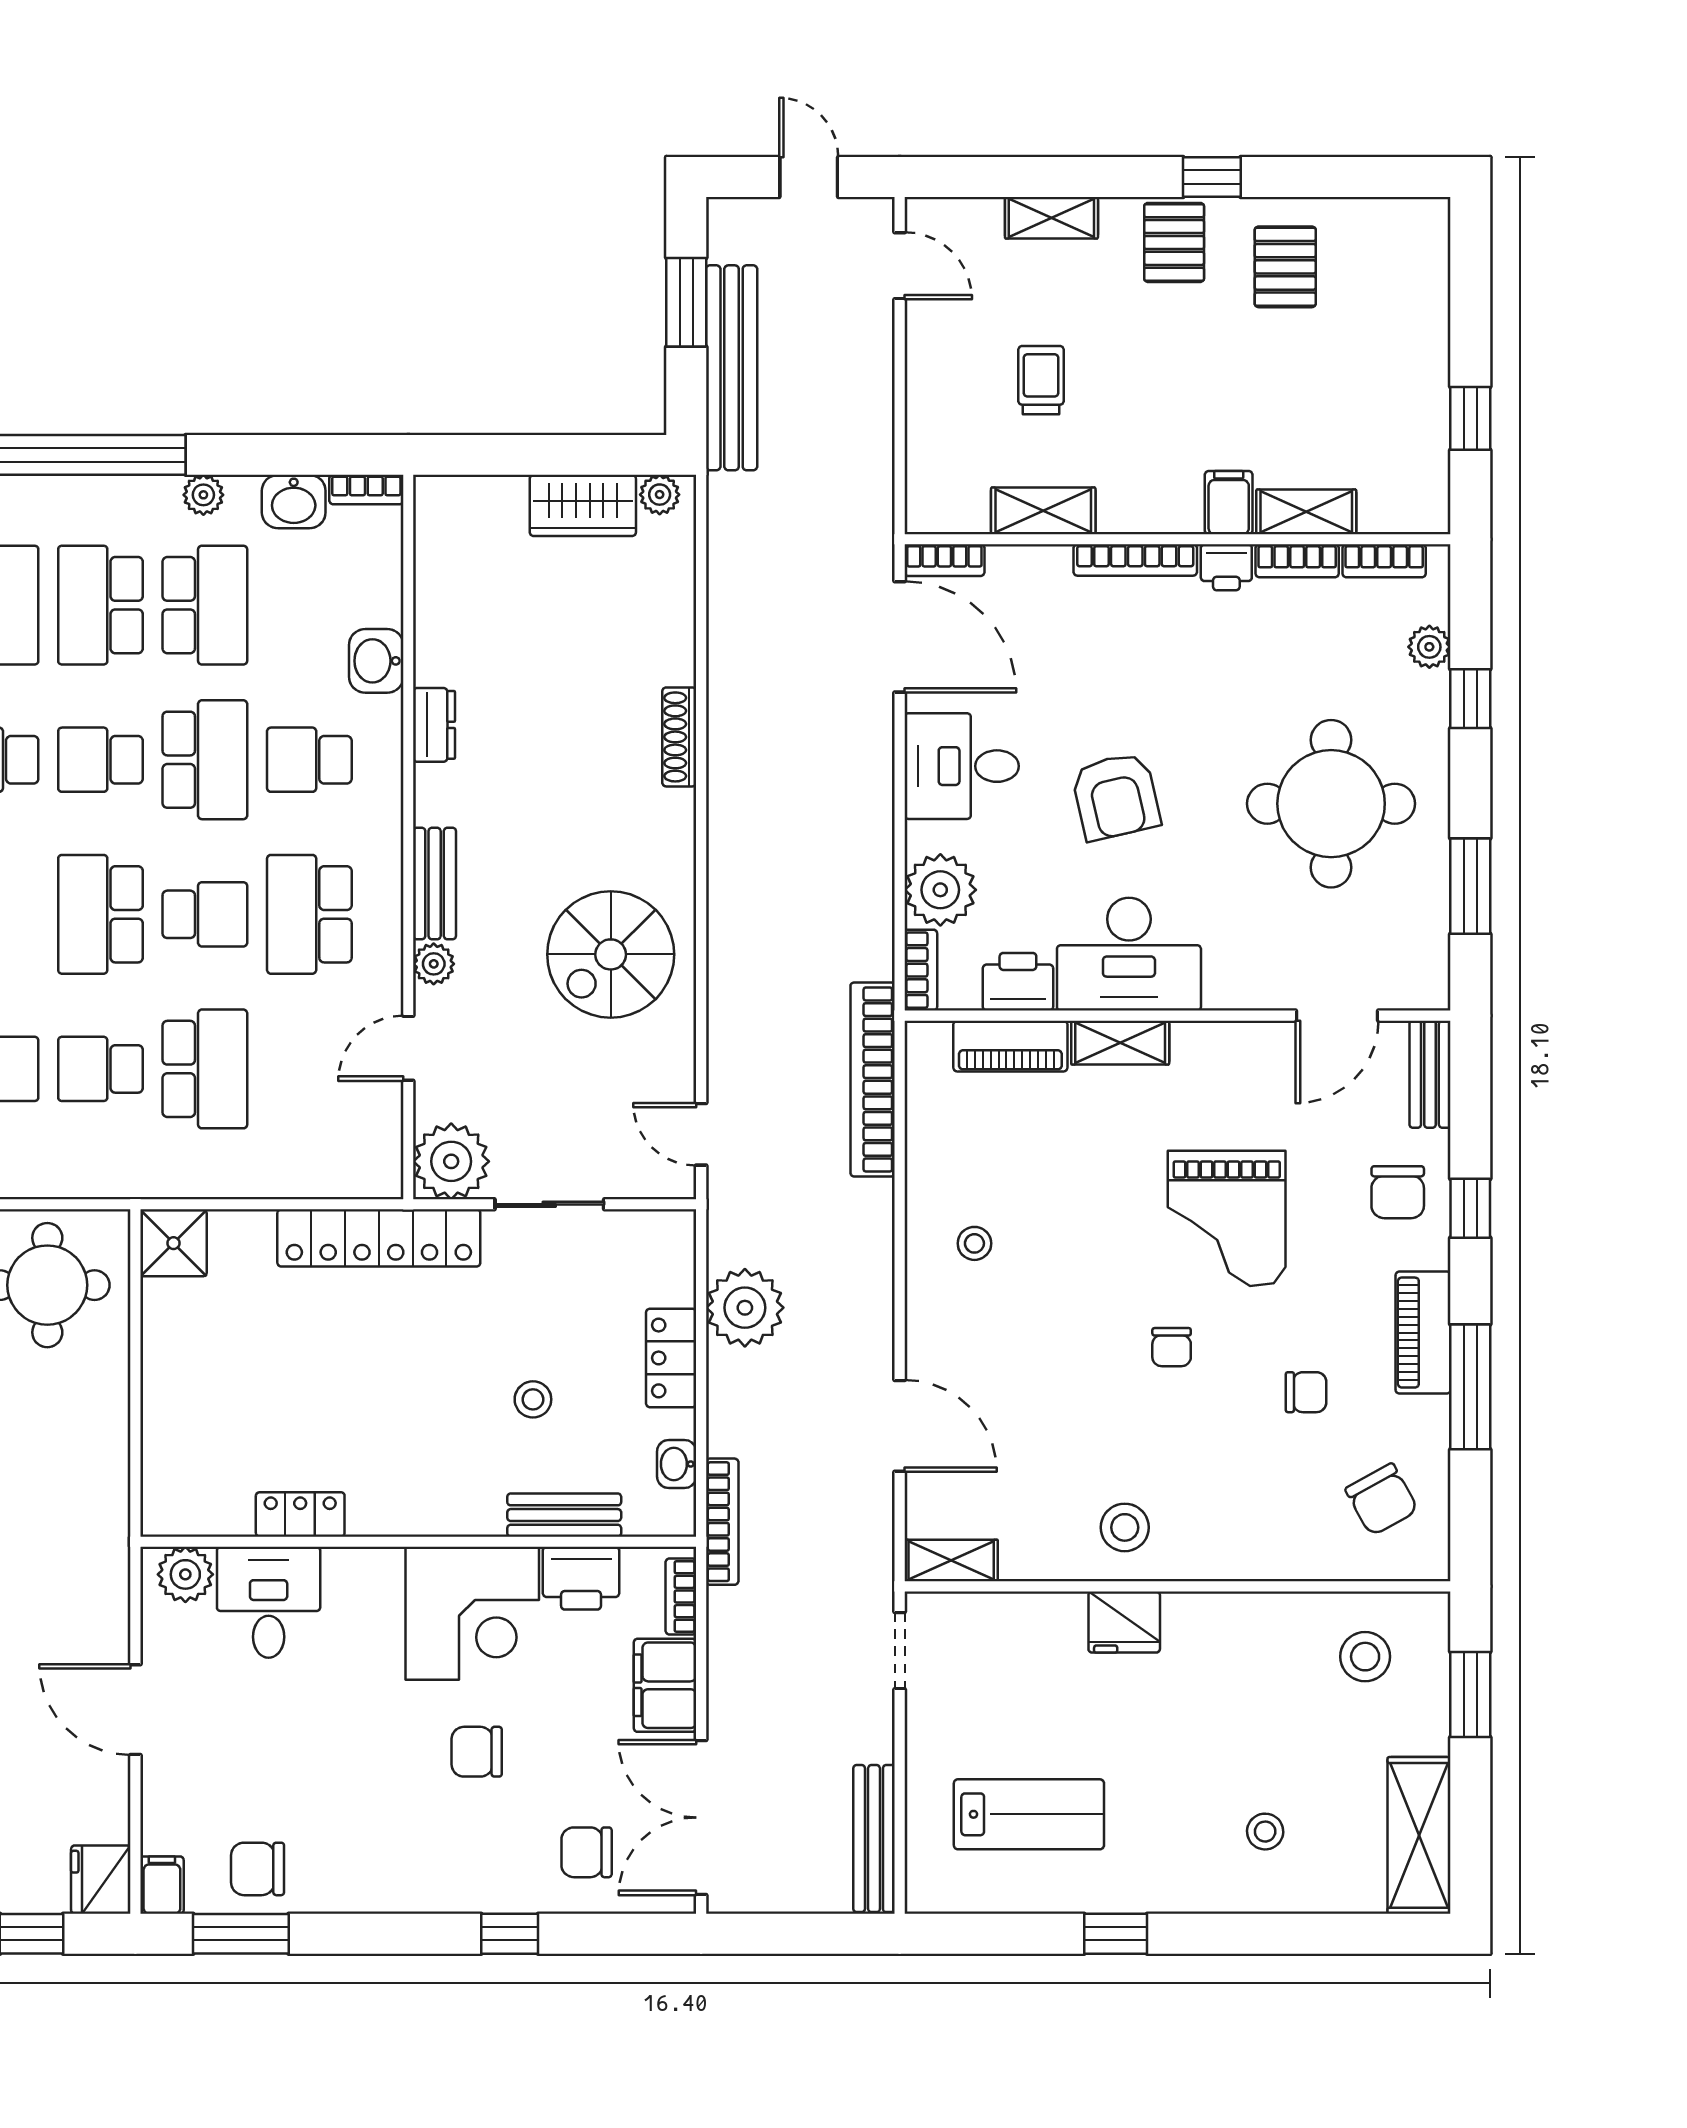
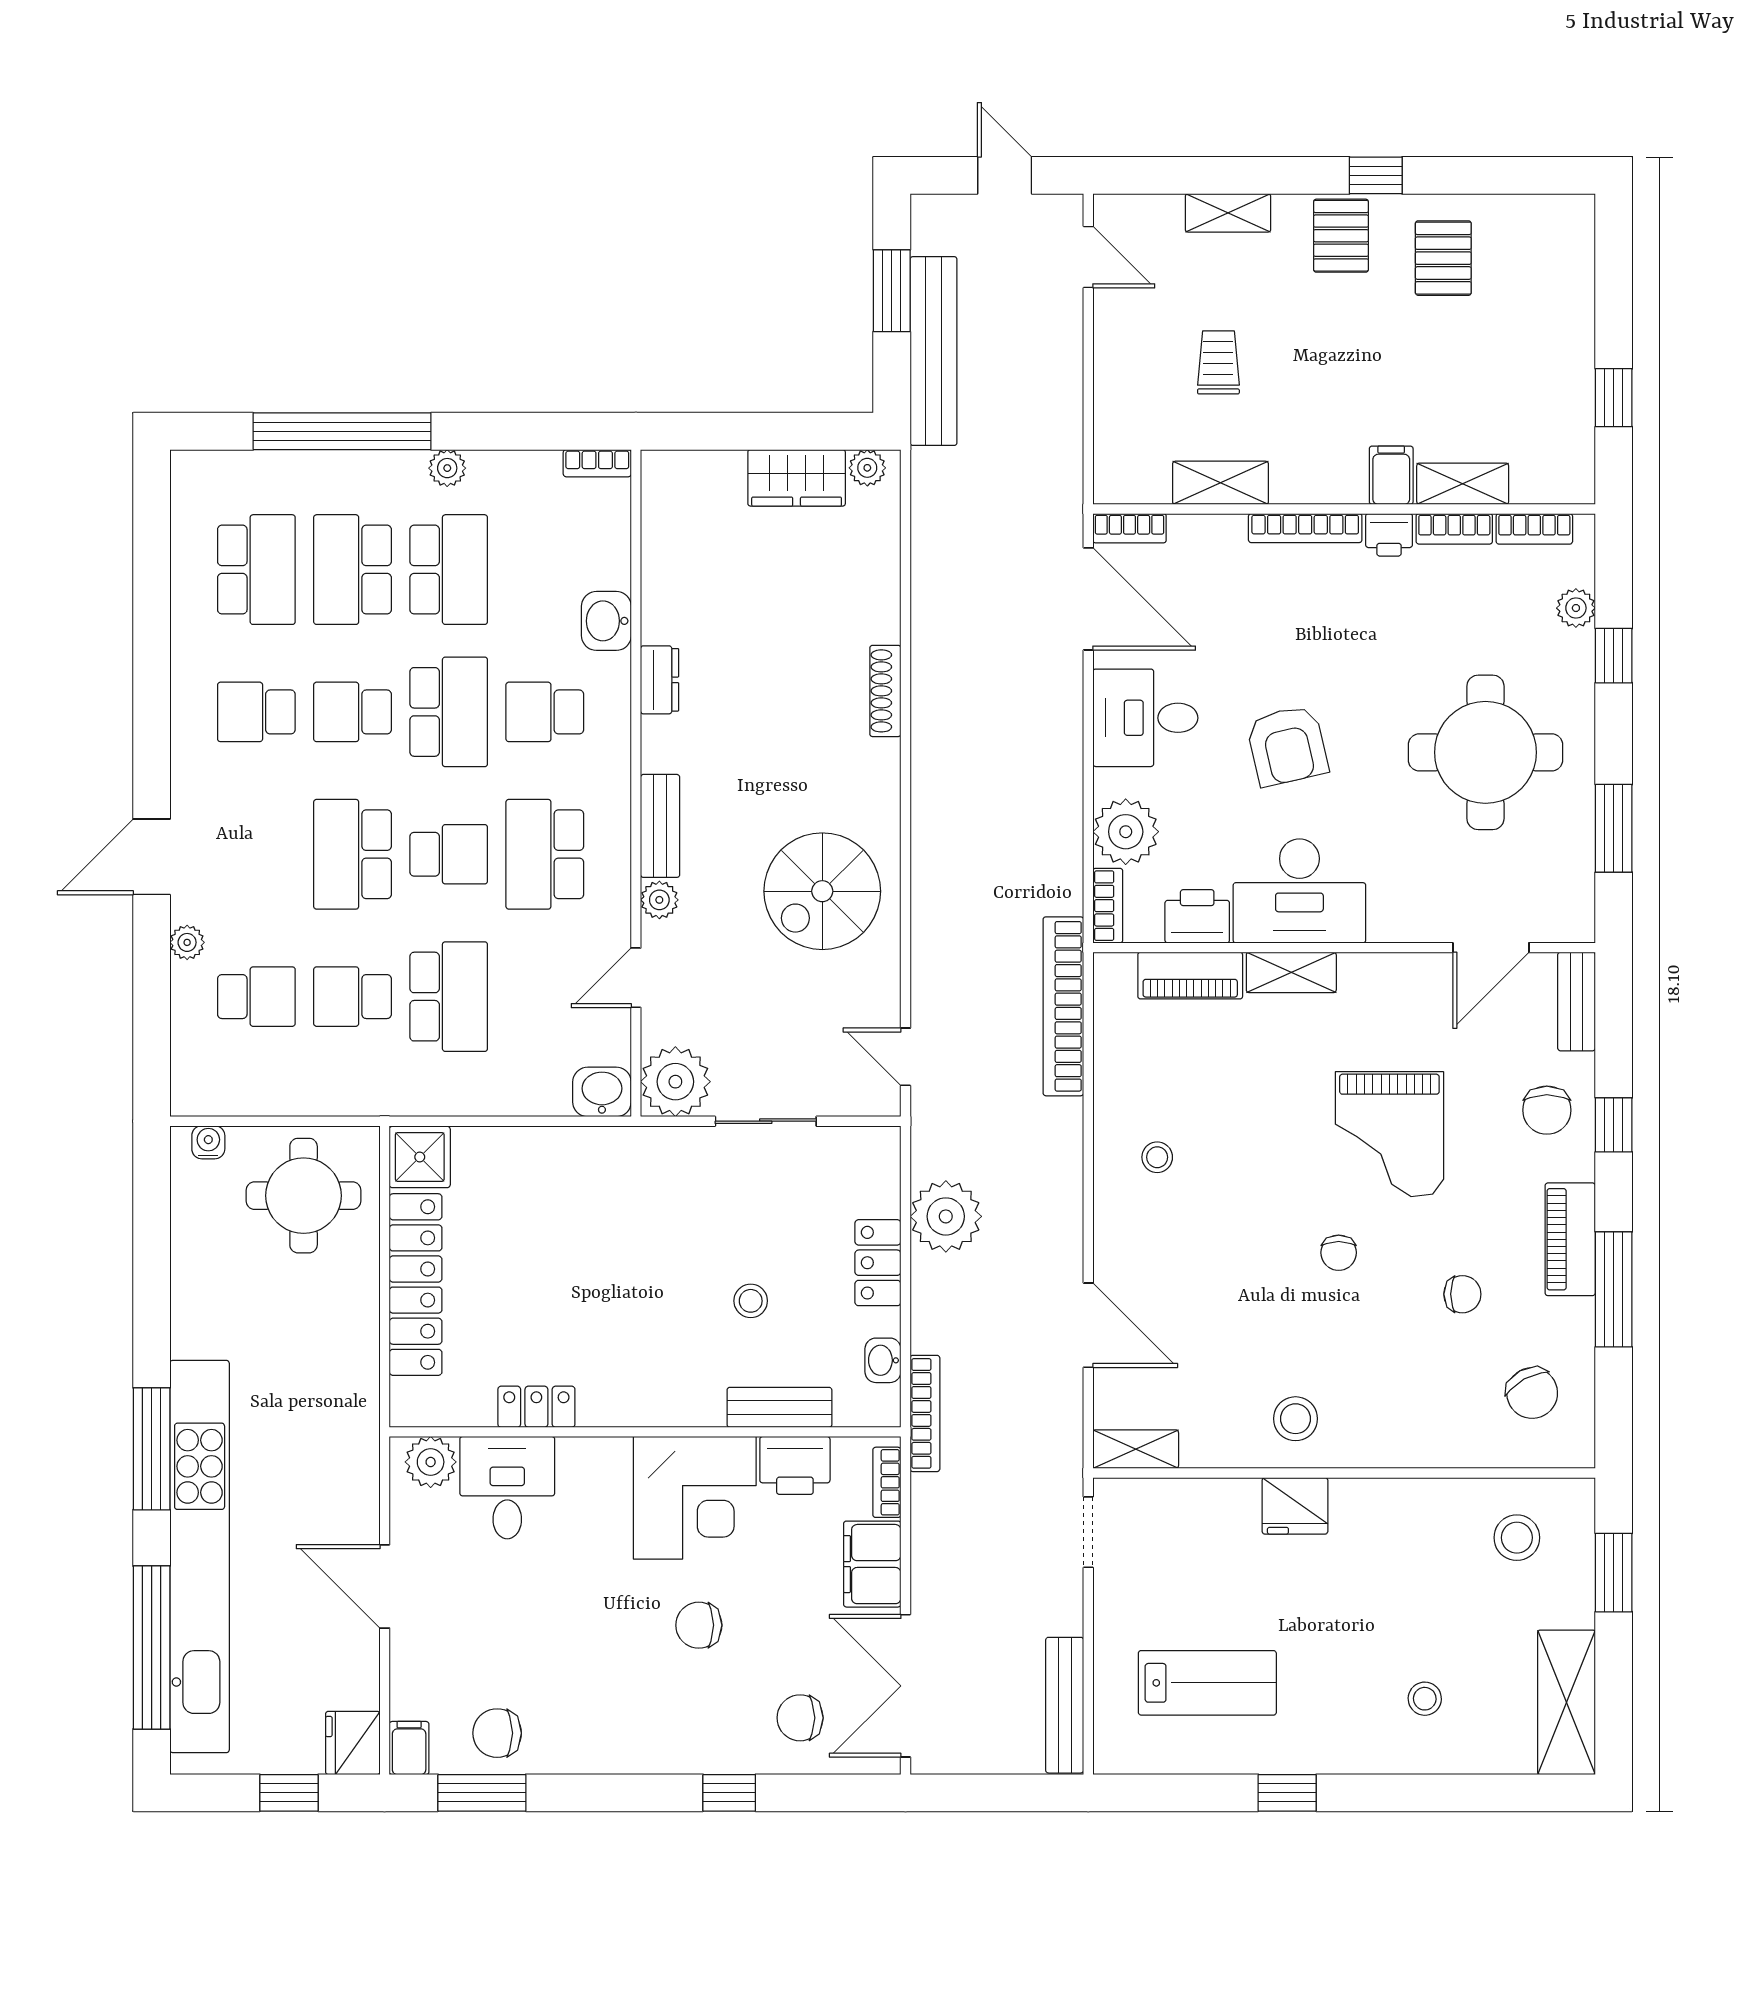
washbasin: (294, 502) -> (602, 1092), moved, turned 180
locker: (379, 1238) -> (416, 1285), moved, turned -90

